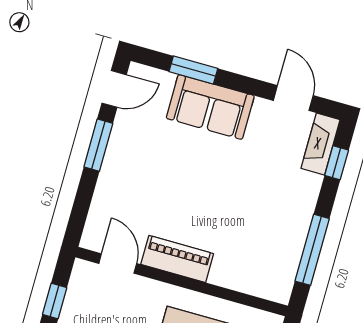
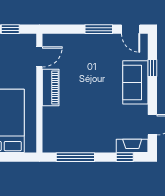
window: (193, 70) -> (152, 68), width x0.67

